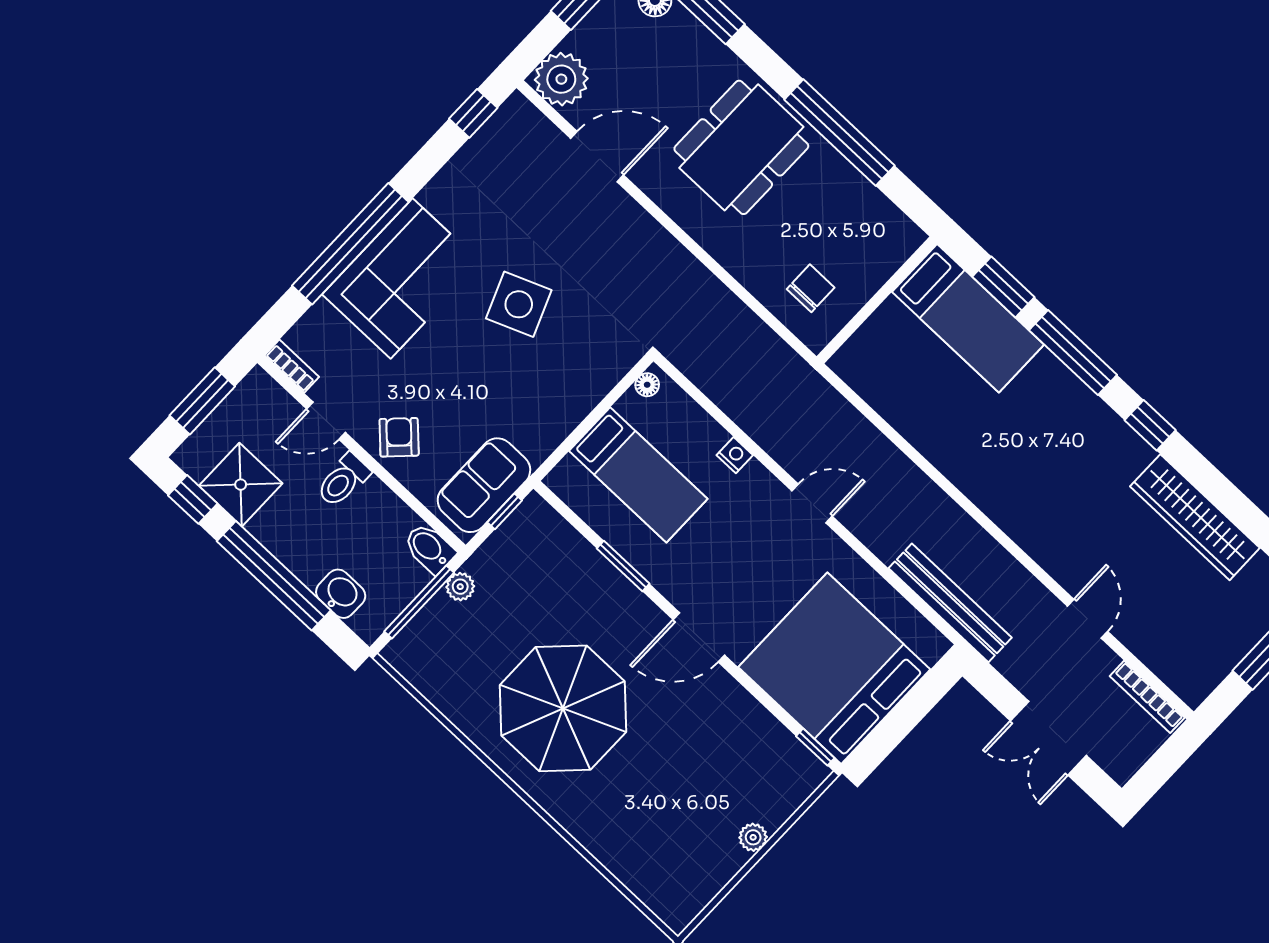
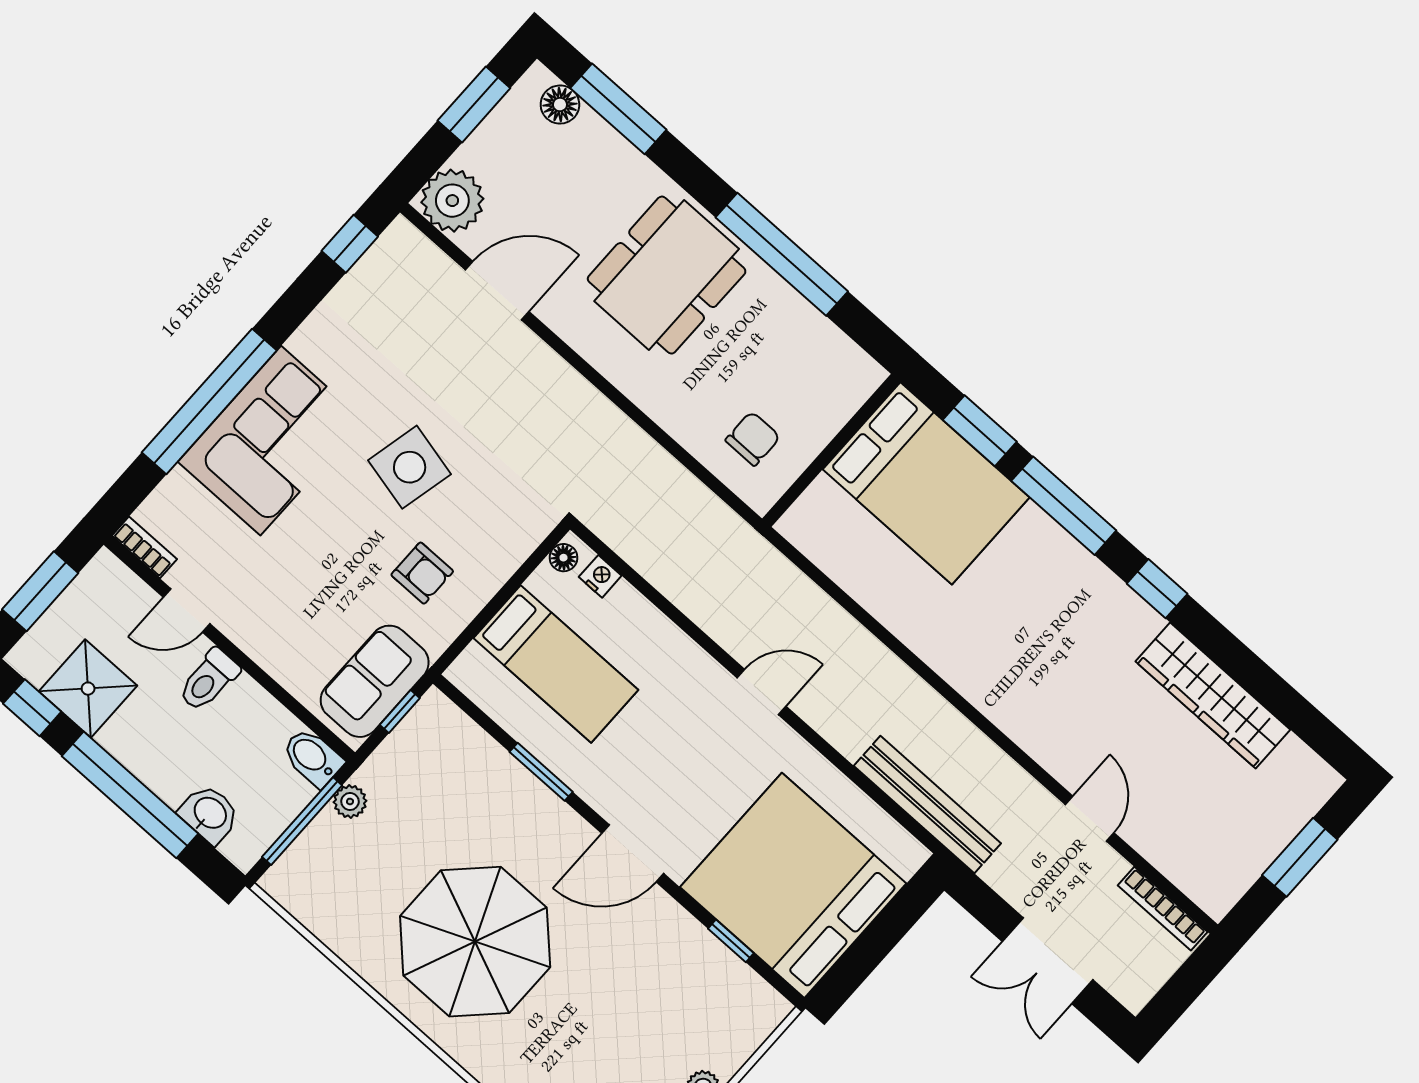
side table: (519, 304) -> (410, 467), turned 35
bed: (968, 318) -> (926, 483), width x1.50
armchair: (399, 437) -> (422, 573), moved, turned 135
nightstand: (735, 455) -> (600, 576), moved
window: (815, 747) -> (731, 941), moved

